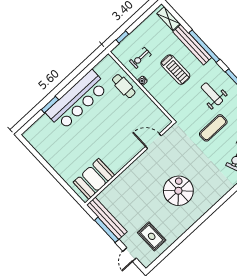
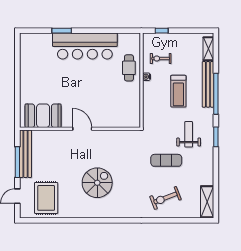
door: (153, 141) -> (82, 129), moved
rug: (152, 236) -> (46, 198), width x1.36, depth x1.43

